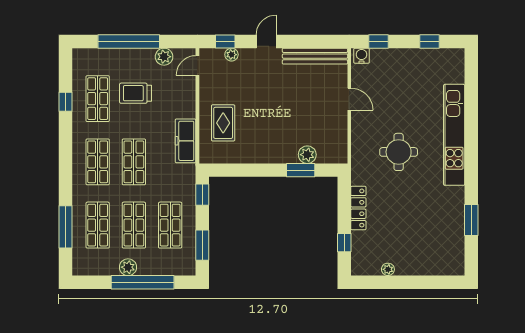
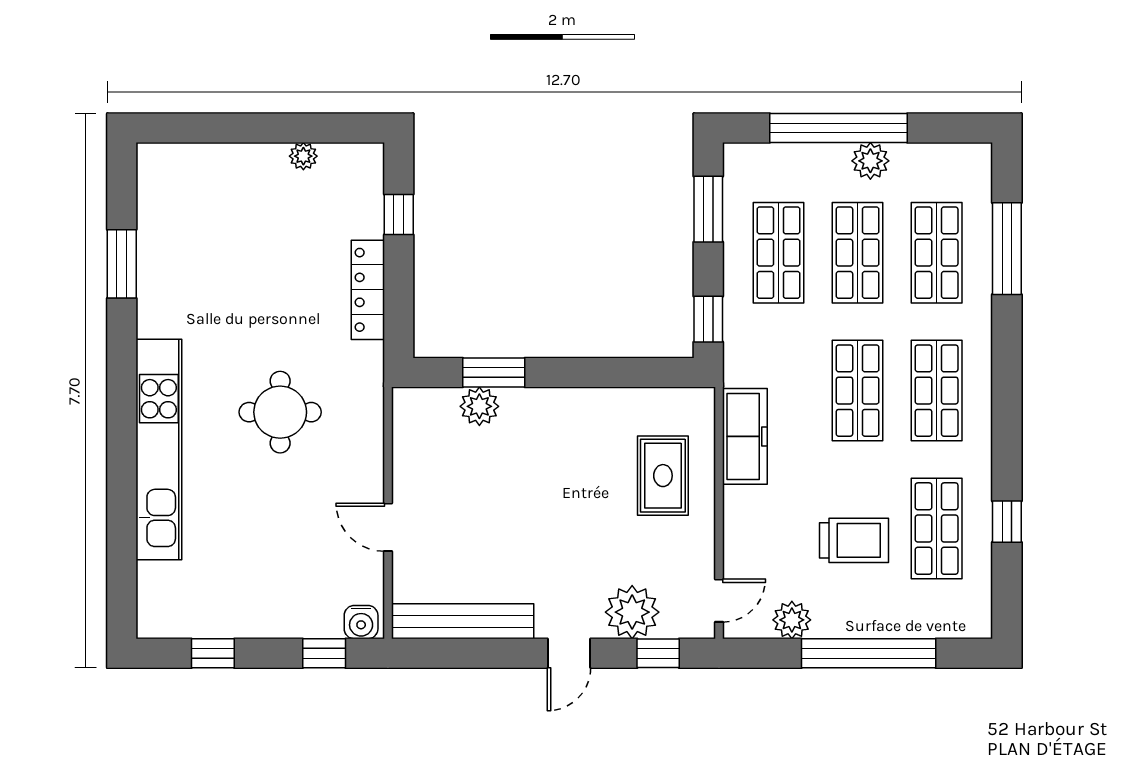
plant: (231, 55) -> (632, 612), width x1.87, depth x1.87

